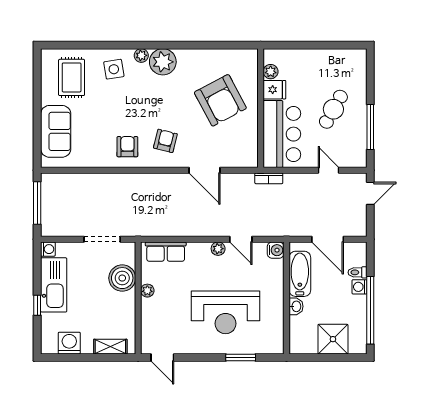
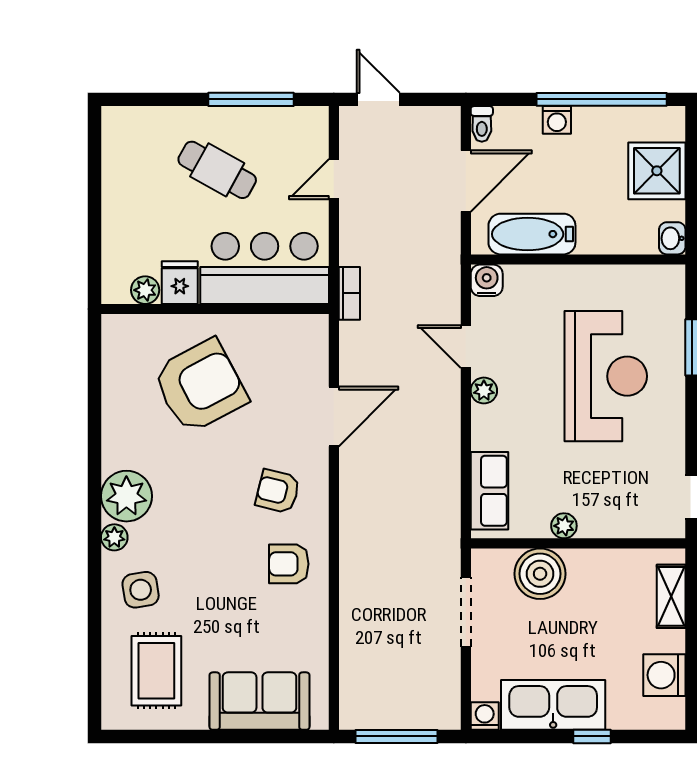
rug: (72, 77) -> (156, 671), turned 90
door: (241, 239) -> (466, 347), swing flipped
toilet: (357, 272) -> (482, 124), moved
washbasin: (296, 306) -> (672, 238), moved, turned -90

